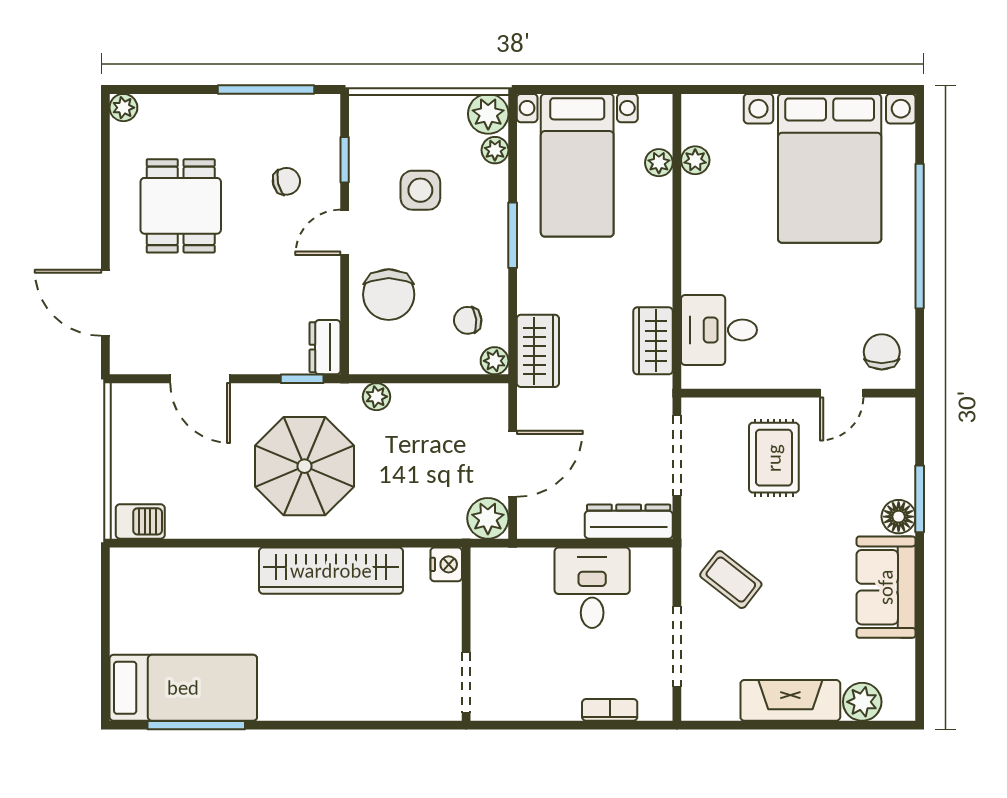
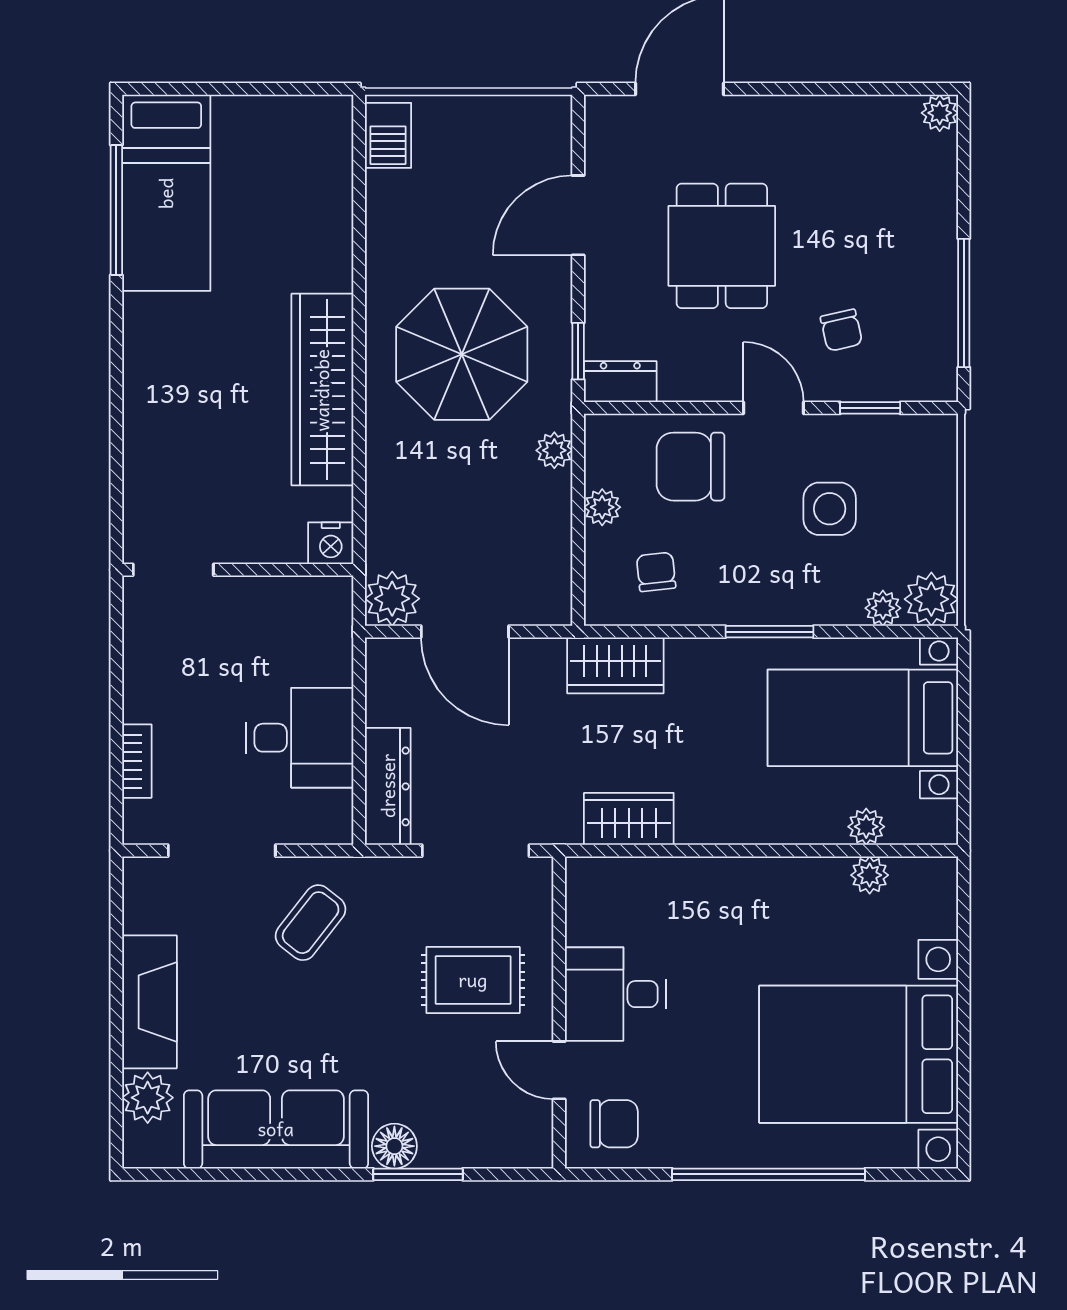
dining table: (181, 206) -> (722, 246), moved, turned 90
desk: (719, 330) -> (615, 994), moved, turned -90
plant: (495, 361) -> (602, 507), moved
sofa: (886, 587) -> (276, 1129), width x1.36

